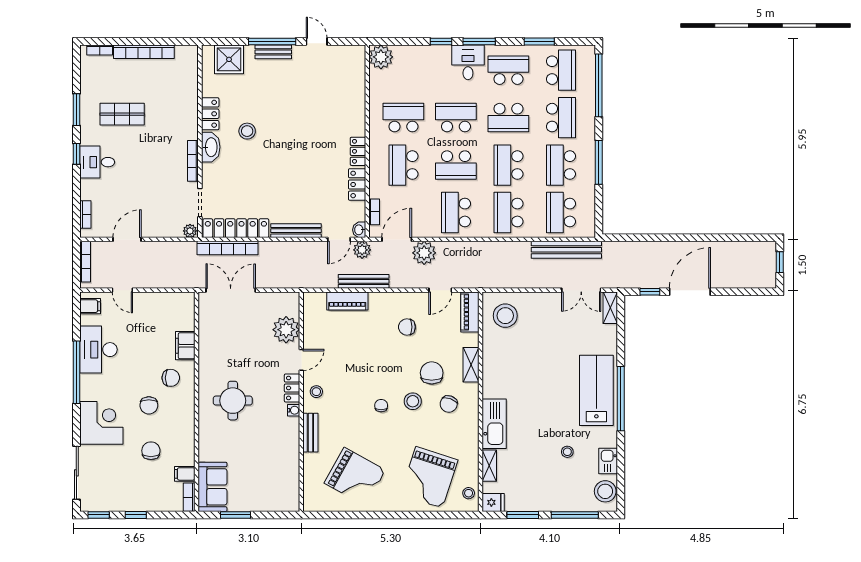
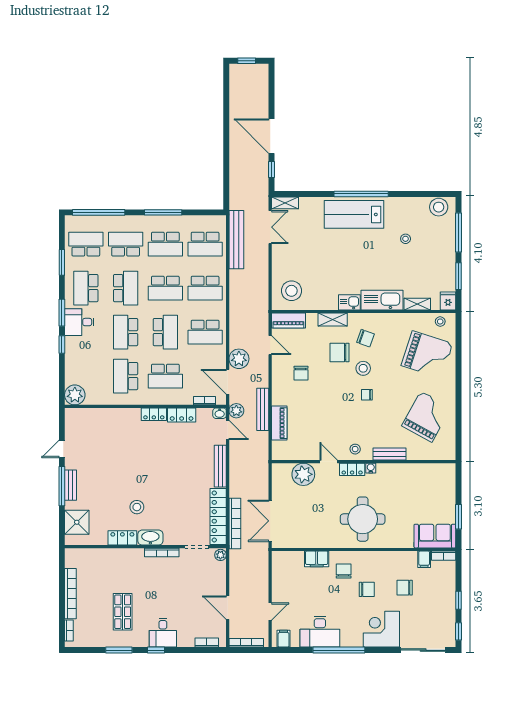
round table: (233, 401) -> (363, 519), width x1.36, depth x1.36
kitchen sink: (608, 461) -> (349, 302), moved, turned 180

